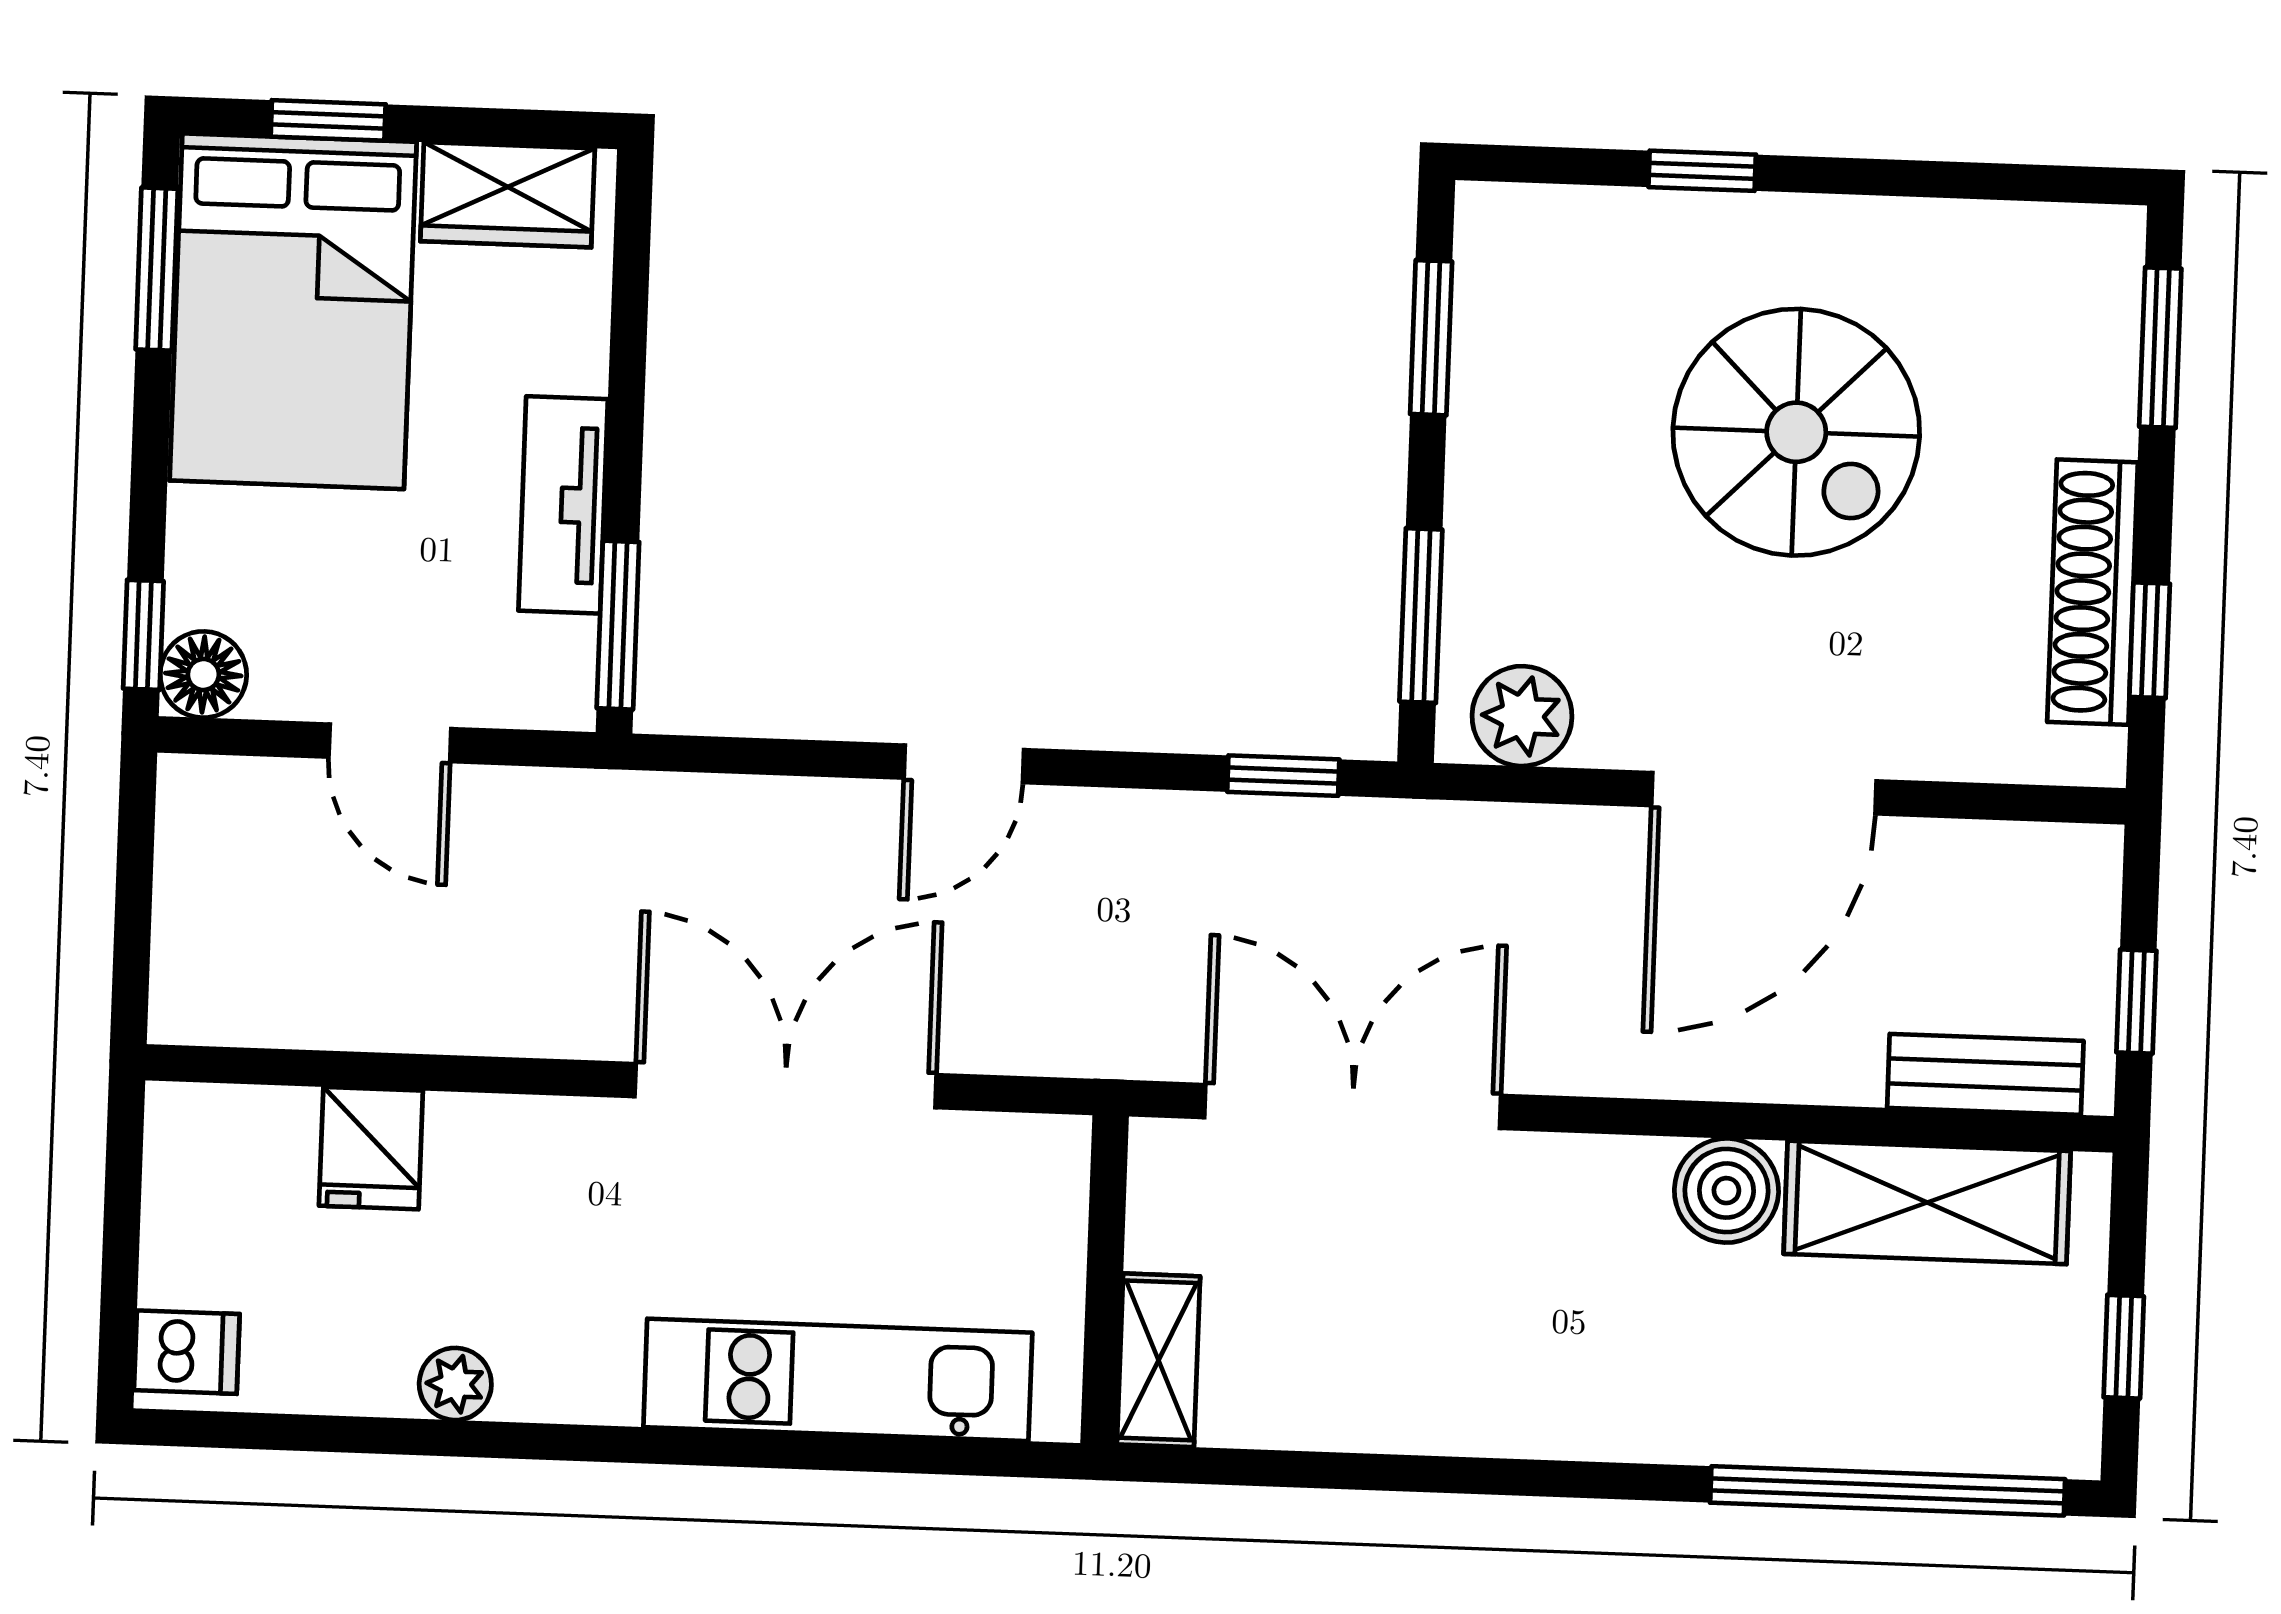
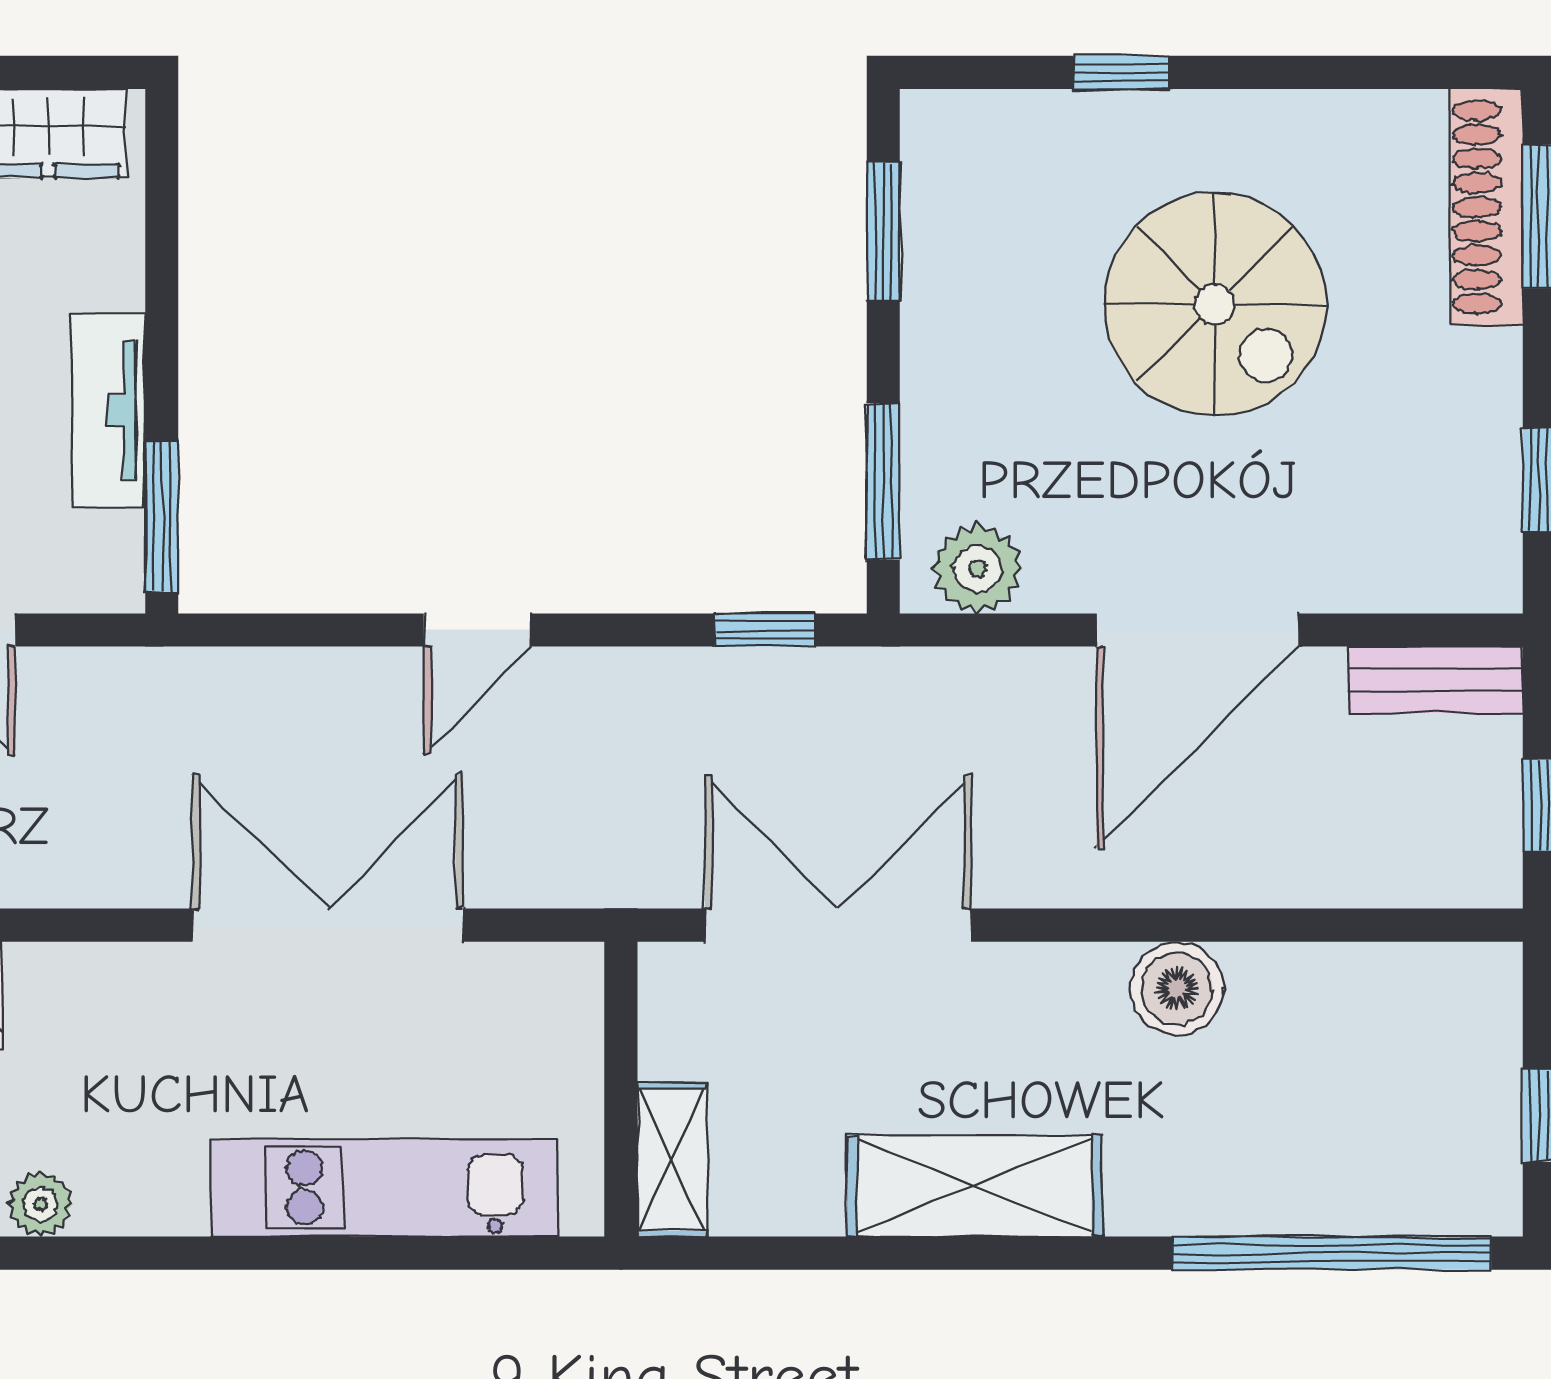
shoe rack: (2093, 592) -> (1486, 207), moved
bench: (1985, 1074) -> (1436, 680), moved
shelving: (1927, 1202) -> (975, 1186), moved

